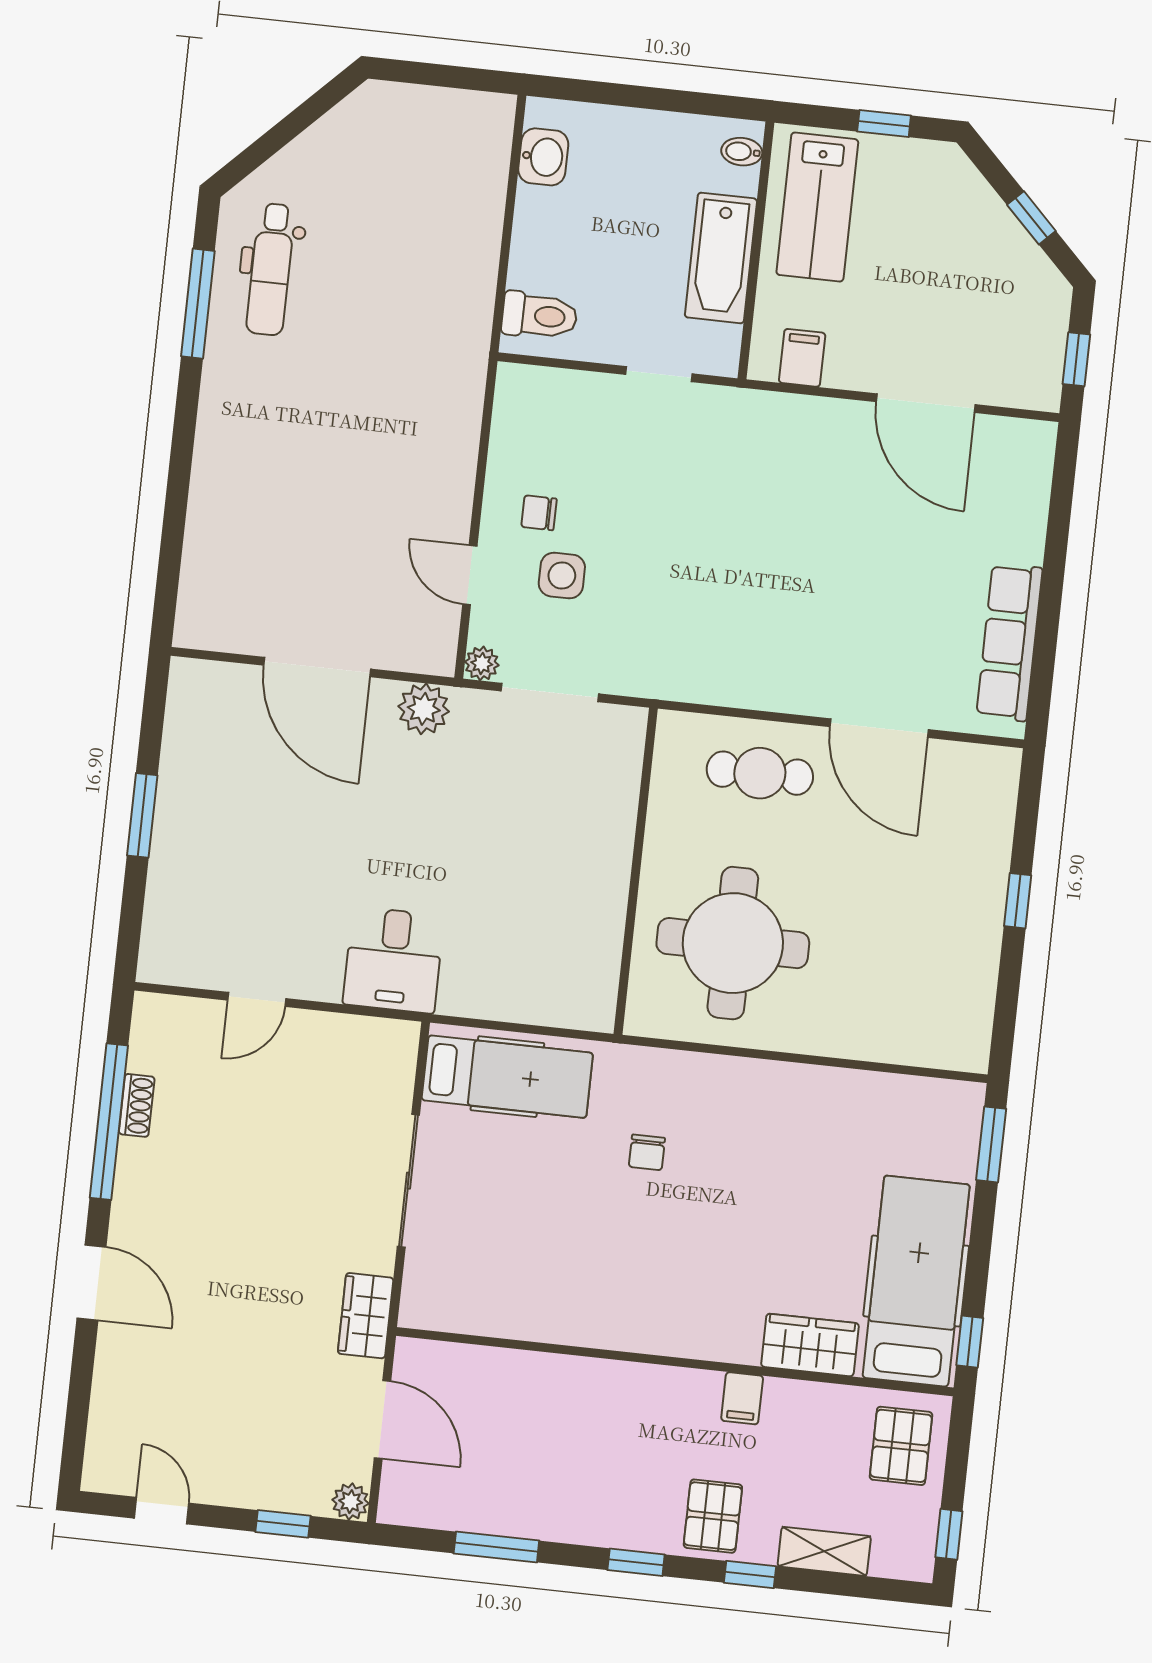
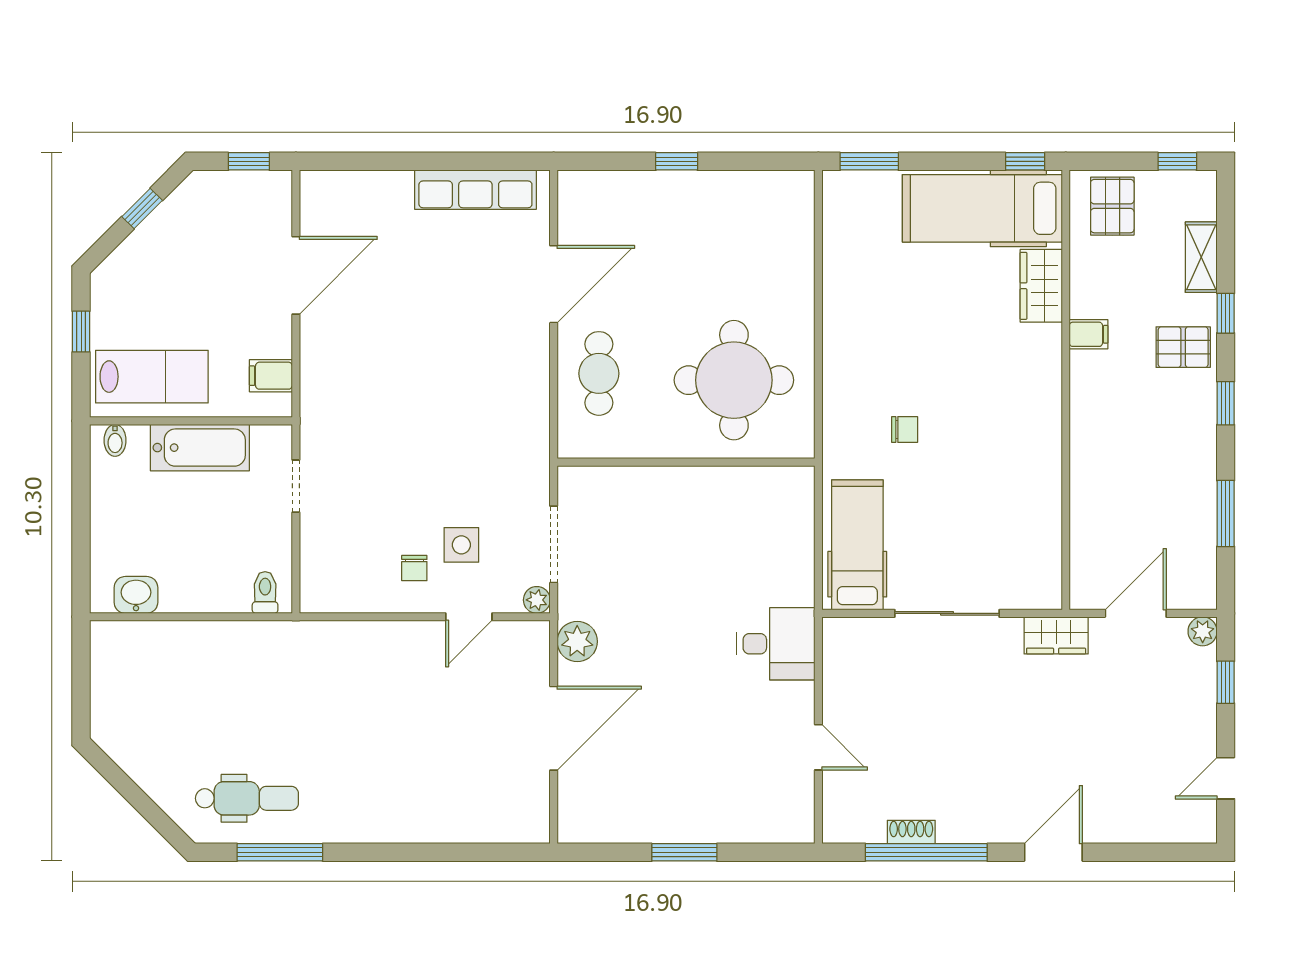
toilet: (540, 316) -> (265, 592), width x0.73, depth x0.72
pallet: (901, 1446) -> (1112, 206), turned 90

